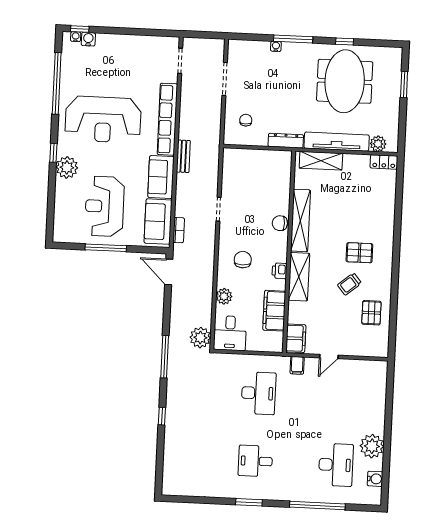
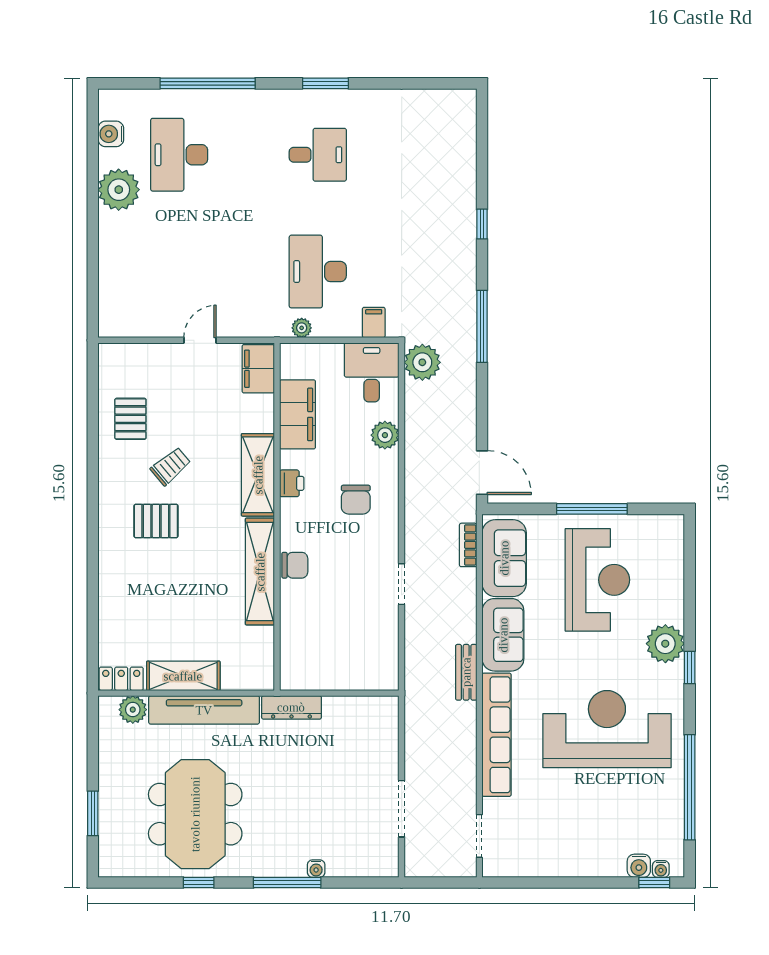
chair: (246, 120) -> (362, 739), removed
shelving: (321, 161) -> (183, 676), moved
plant: (269, 361) -> (302, 328), added
filing cabinet: (297, 365) -> (374, 322), moved

